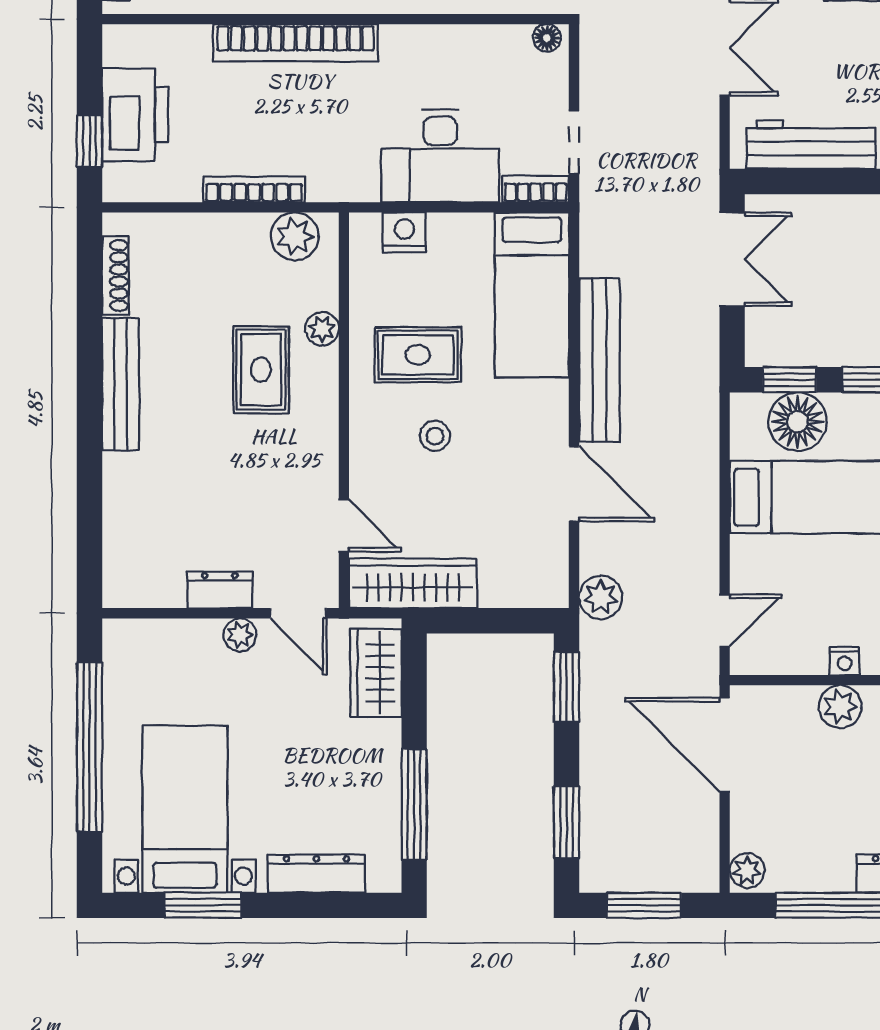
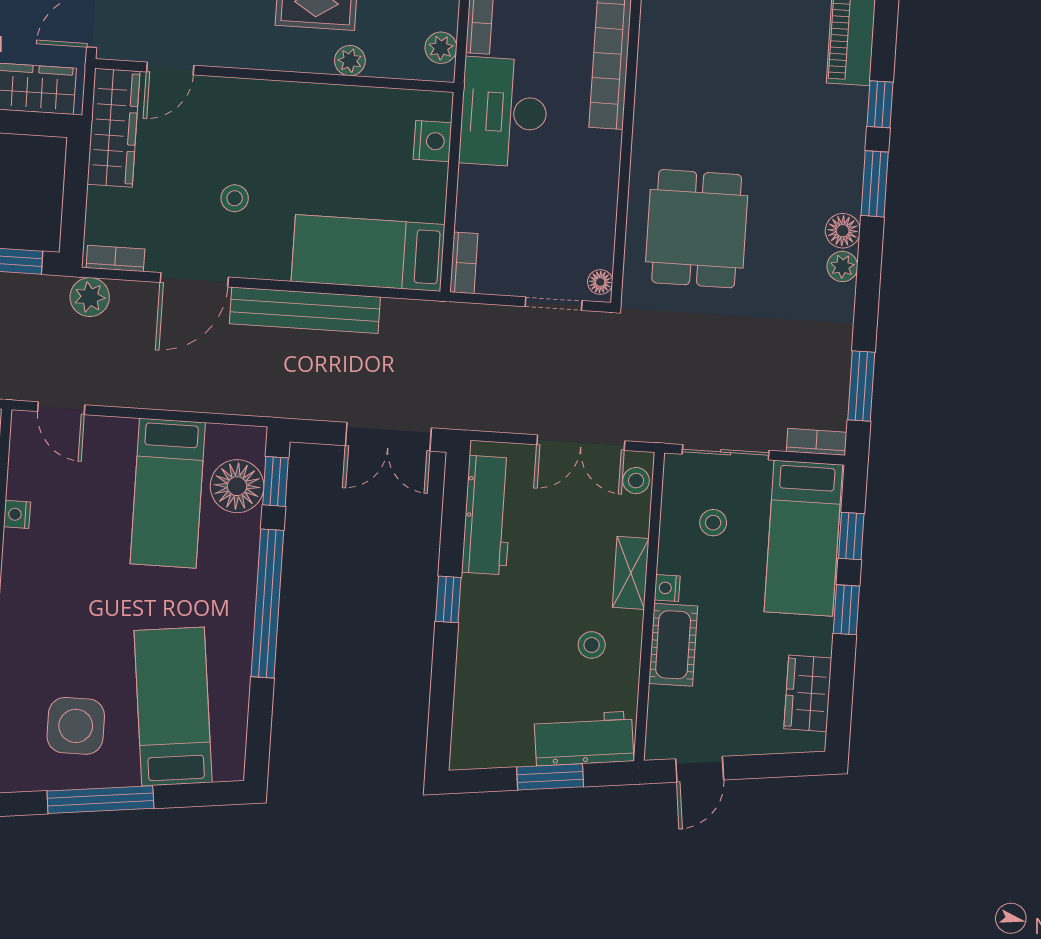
doorway: (574, 142) -> (554, 304), moved
desk: (440, 156) -> (504, 112), moved
plant: (295, 236) -> (441, 48), width x0.73, depth x0.73
rug: (418, 355) -> (321, 146), removed
stool: (435, 436) -> (235, 198), moved
bookcase: (556, 572) -> (115, 258), added

